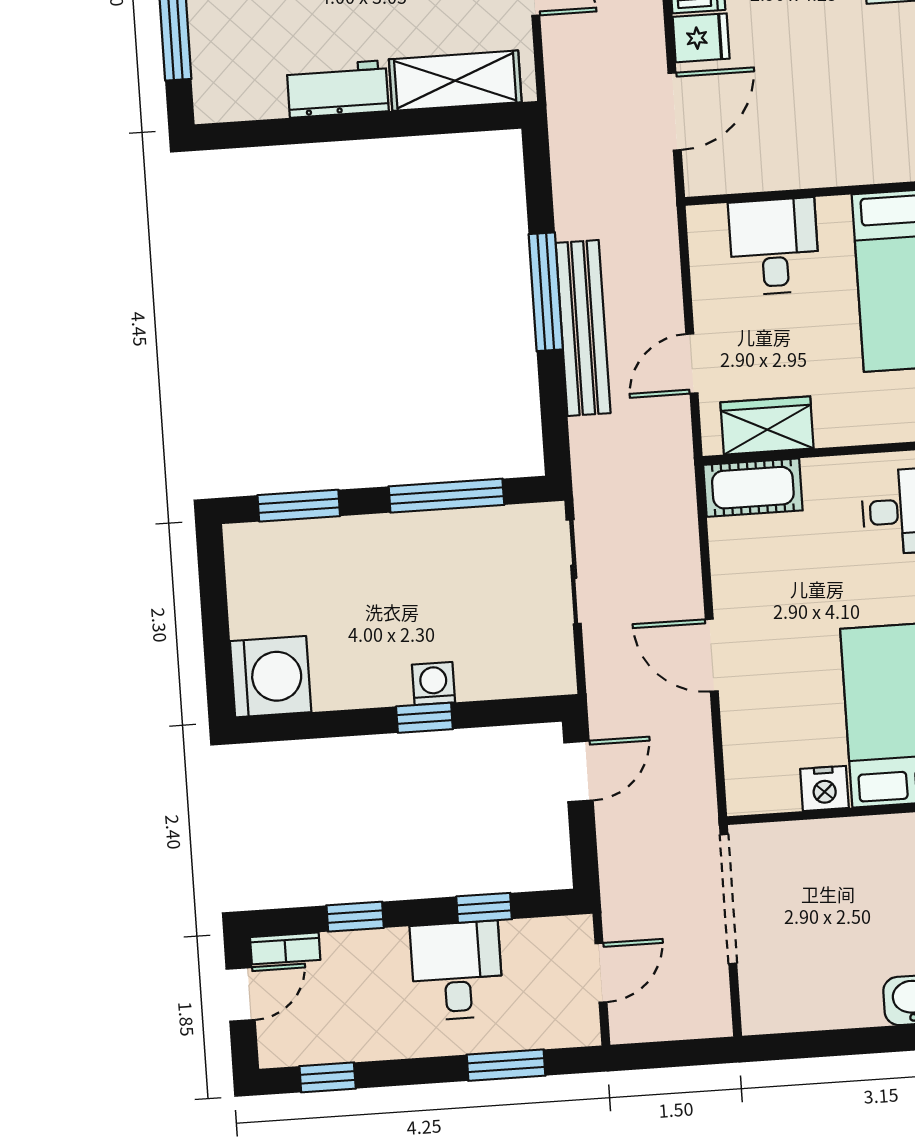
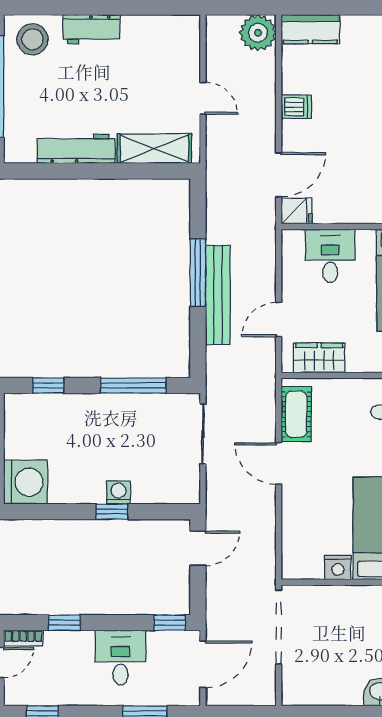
fridge: (701, 38) -> (297, 211), moved
workbench: (338, 89) -> (76, 149), width x1.38
cot: (753, 488) -> (296, 414), moved, turned 90
window: (299, 506) -> (48, 385), width x0.67
door: (712, 655) -> (279, 463), moved
window: (484, 908) -> (169, 623), moved
door: (601, 973) -> (203, 664), width x1.38

